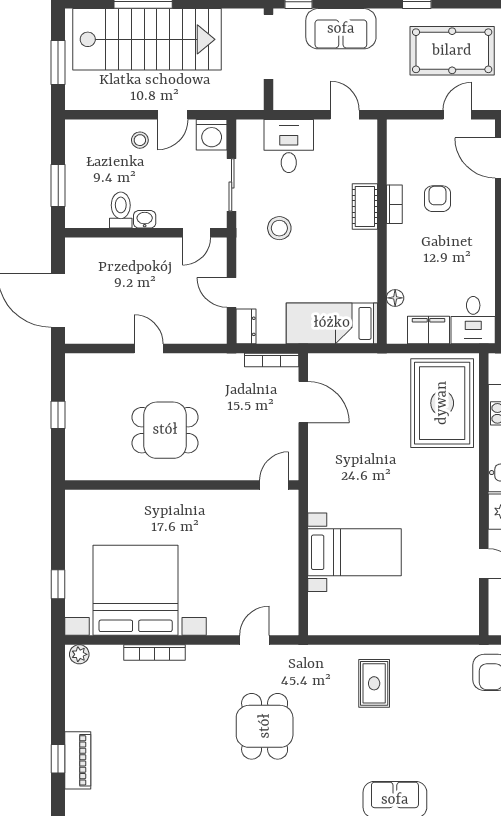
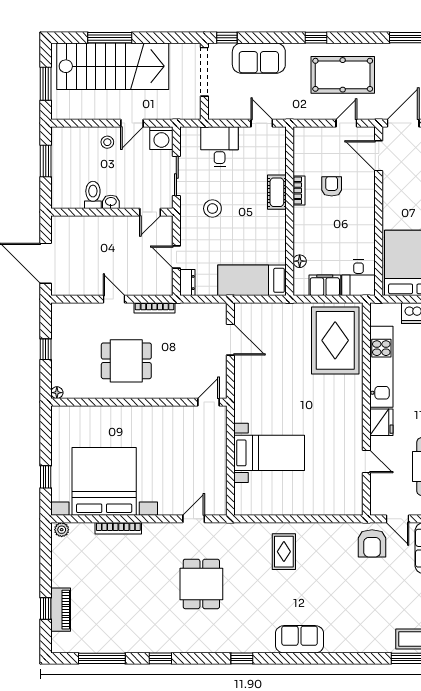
window: (58, 186) -> (46, 161), moved
bookcase: (272, 360) -> (155, 308), moved
floor lamp: (73, 472) -> (57, 393), added

